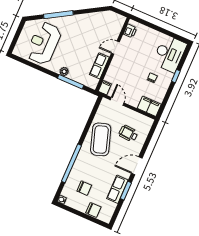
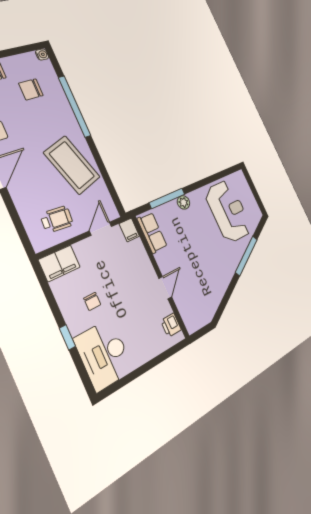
row of seats: (99, 66) -> (152, 233), moved
door: (117, 101) -> (101, 229), swing flipped
wheelchair: (128, 133) -> (57, 219), moved

